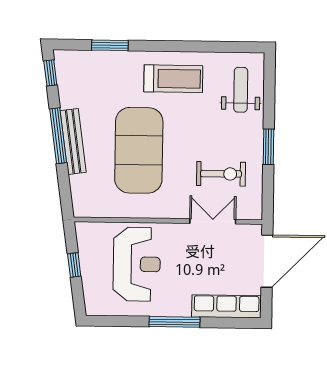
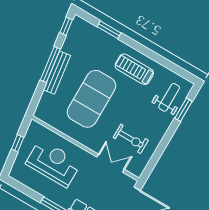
treadmill: (173, 79) -> (134, 69), turned 180
window: (268, 147) -> (183, 110), moved
reception desk: (137, 264) -> (53, 163), turned -90

